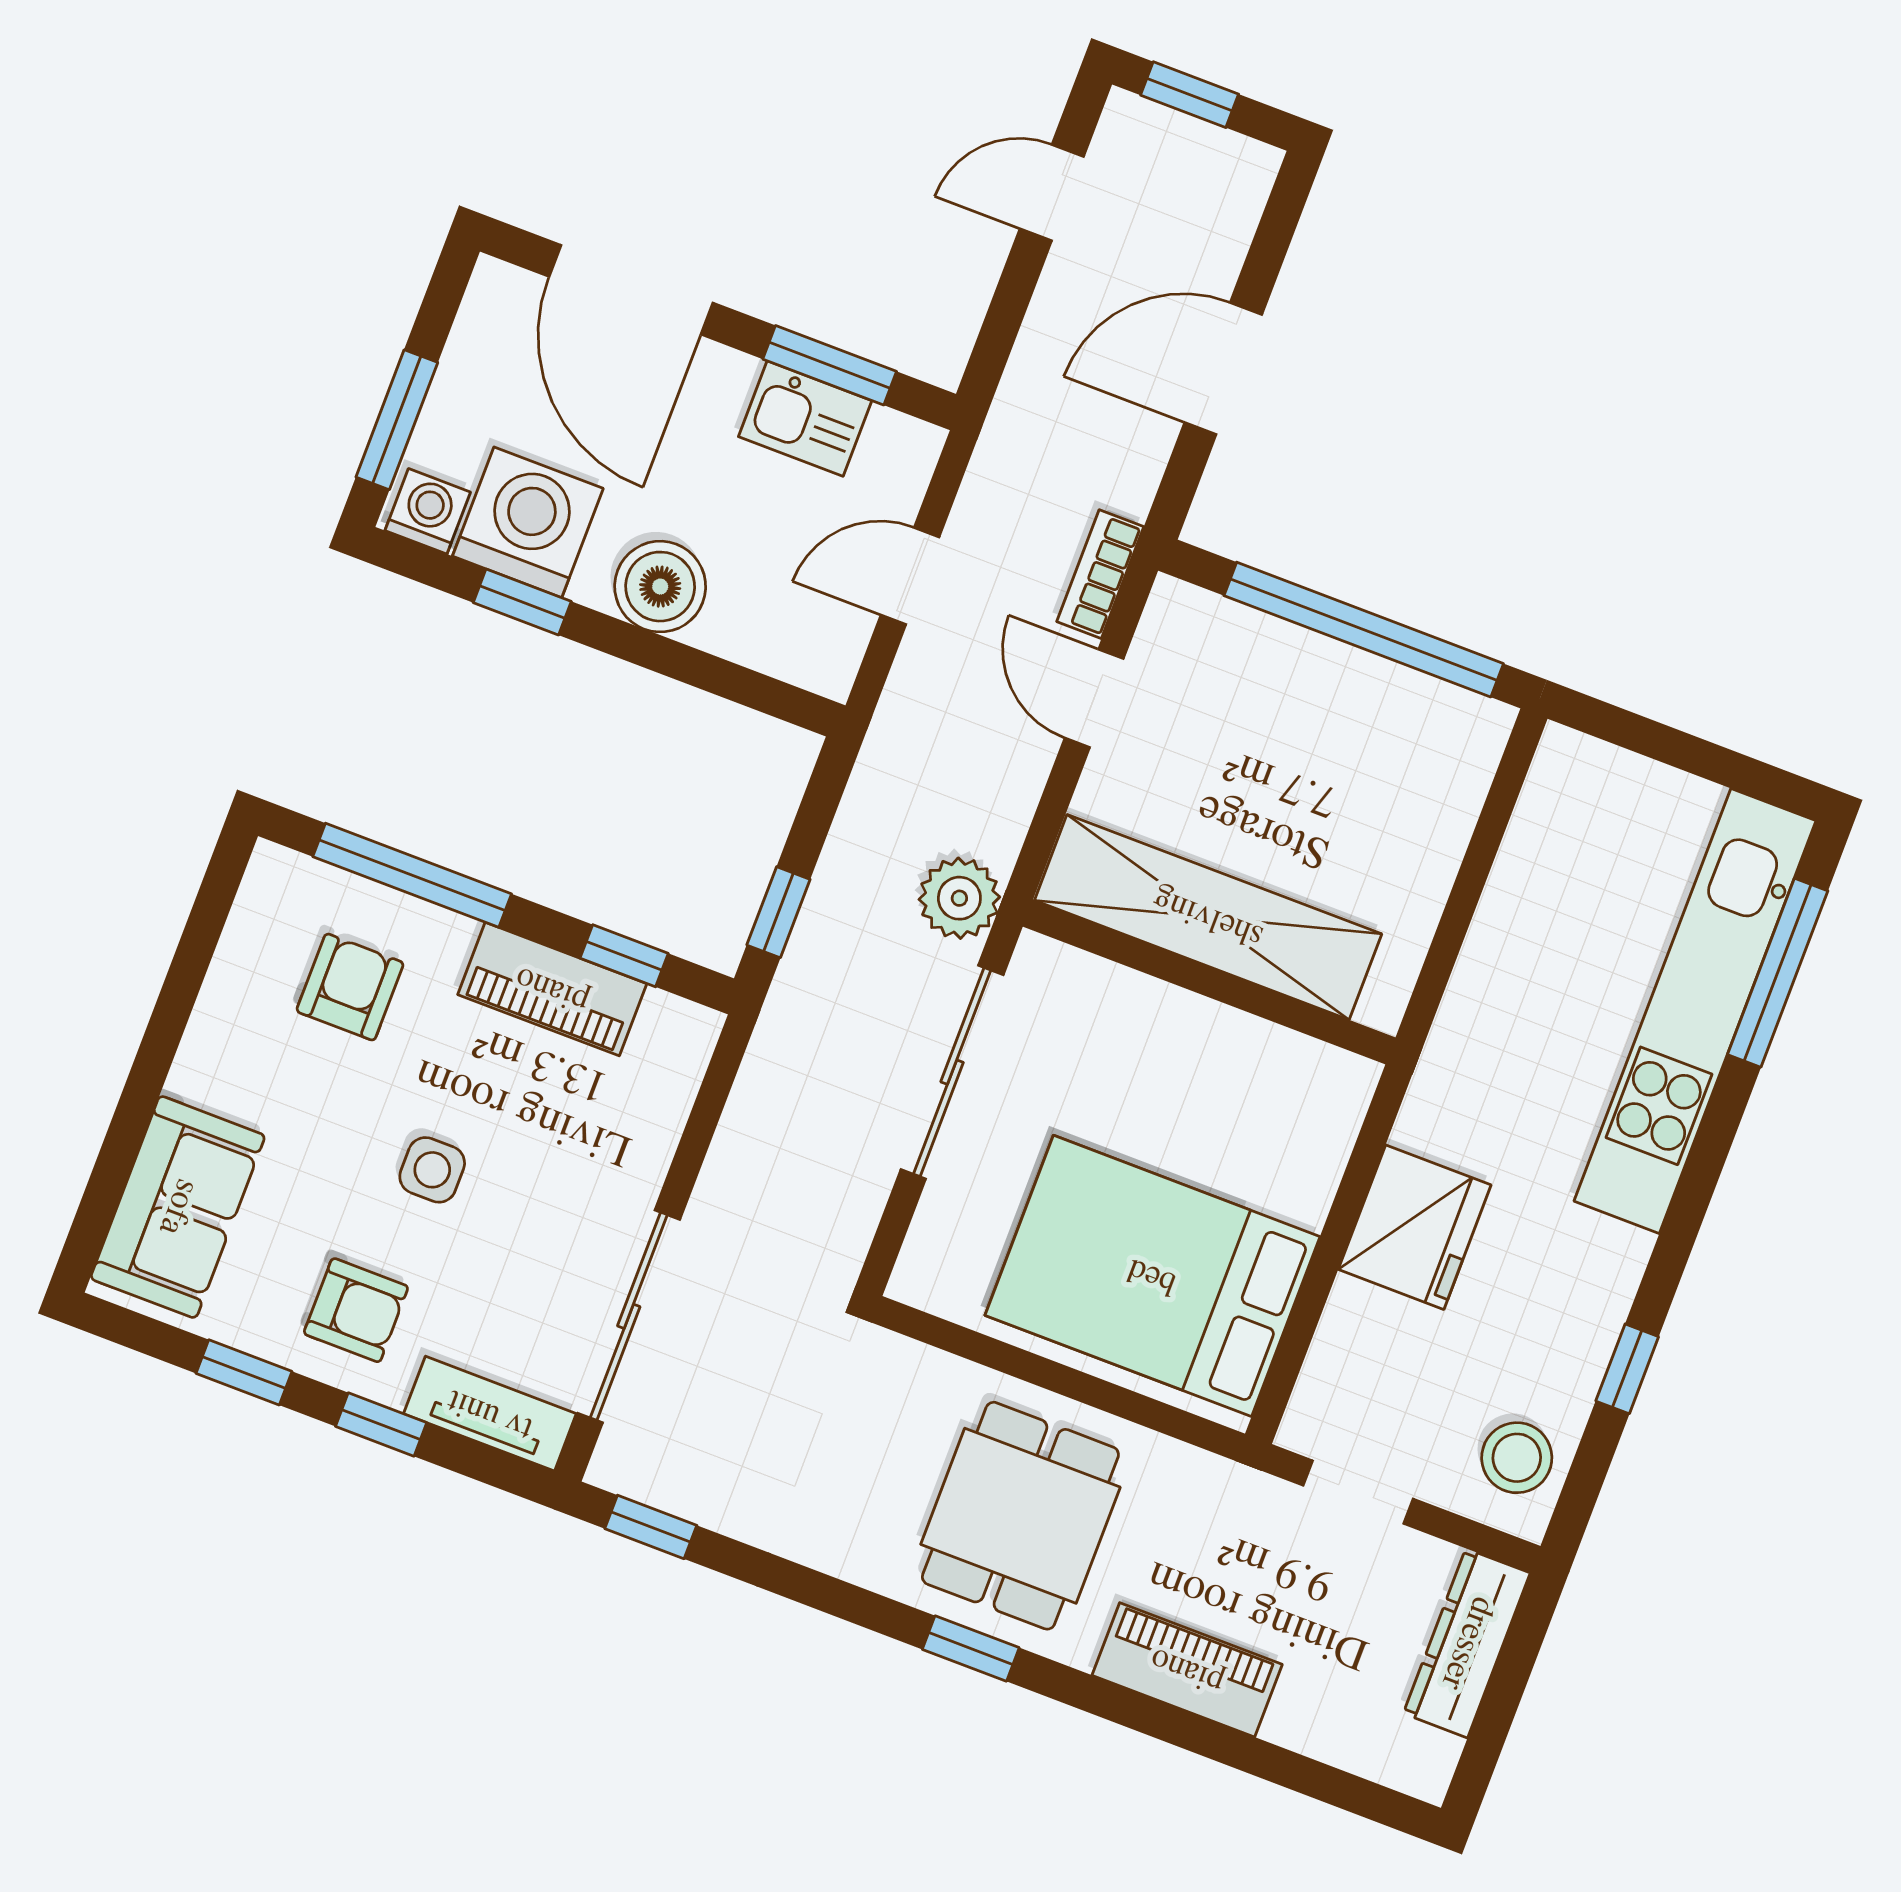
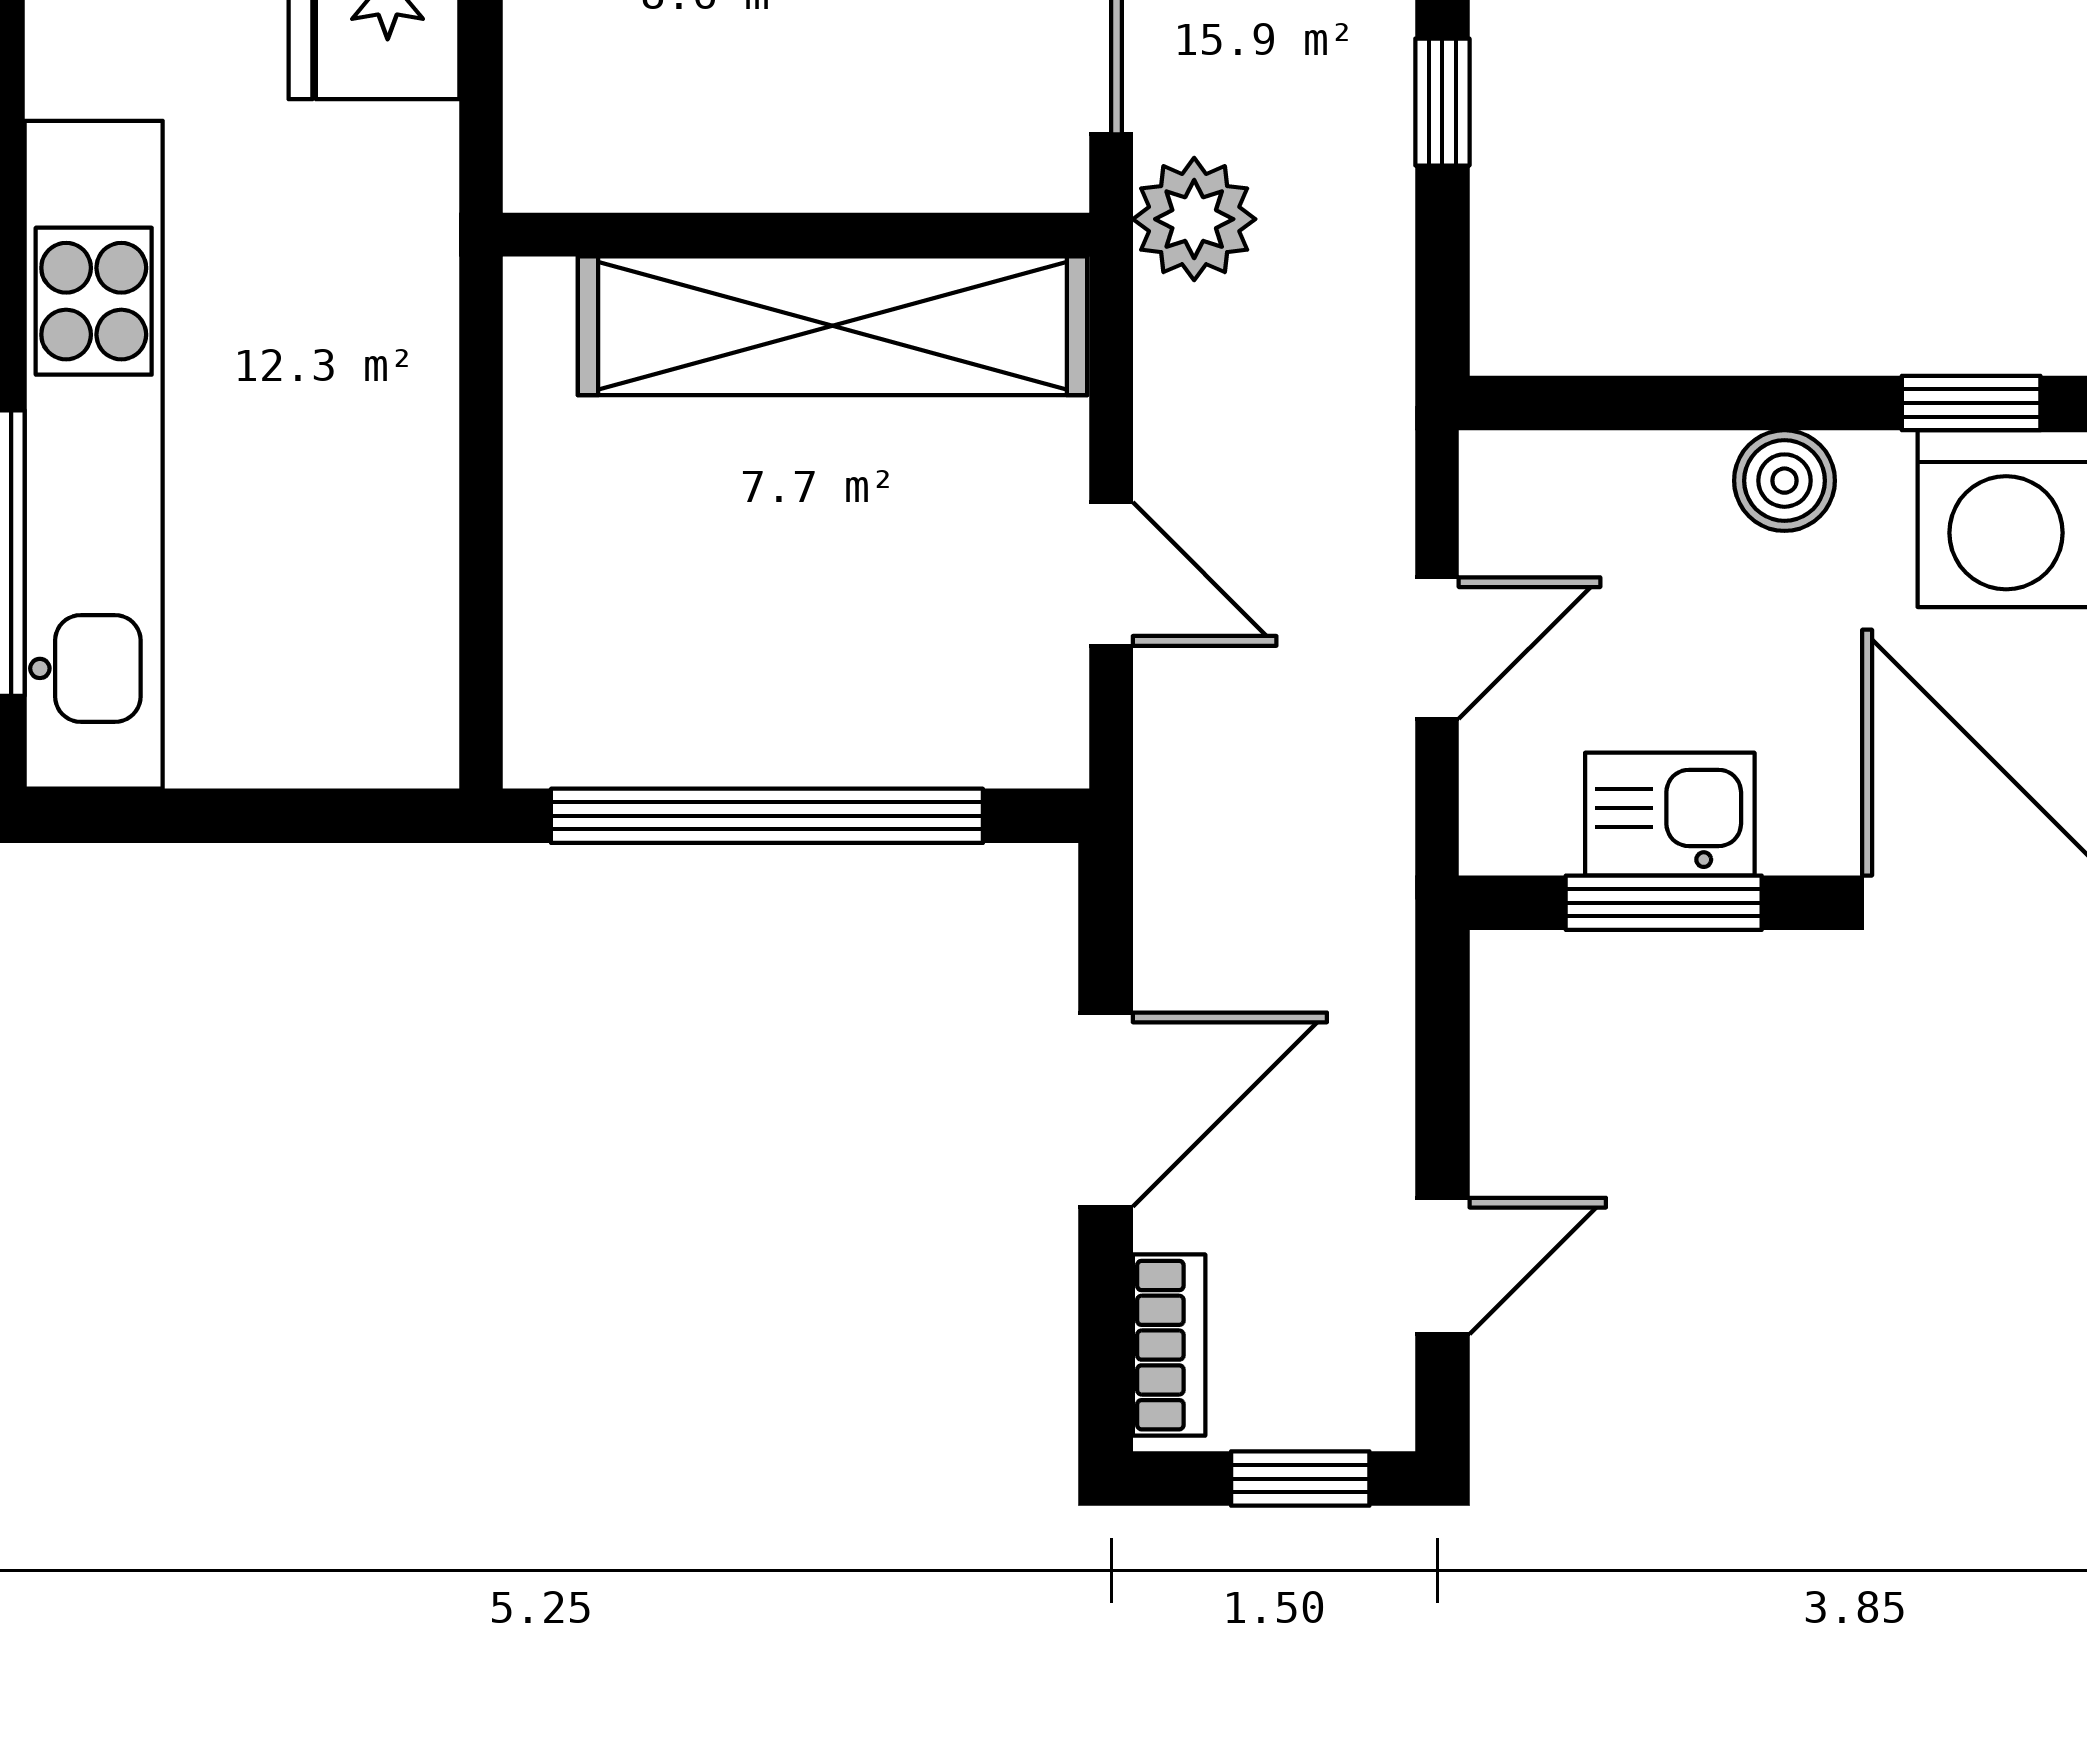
bookcase: (1100, 574) -> (1169, 1345), moved
boiler: (660, 587) -> (1784, 481), width x0.73, depth x0.73

